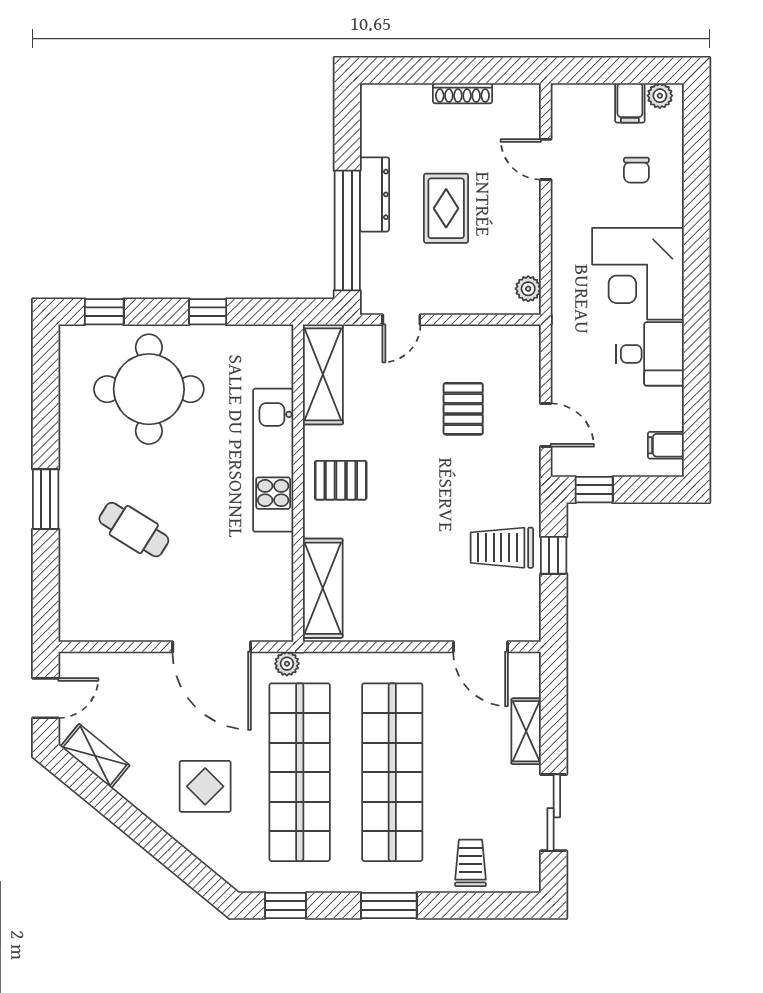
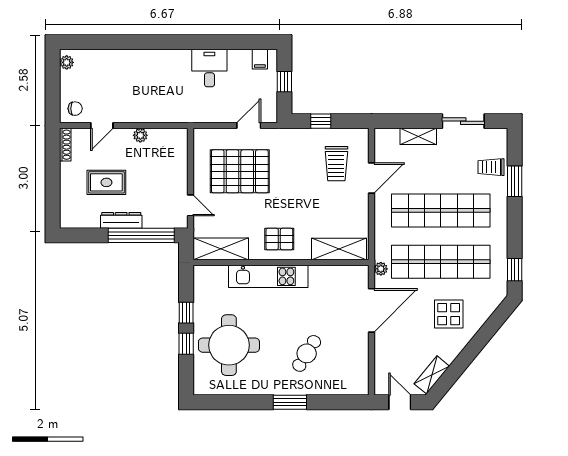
shoe rack: (462, 93) -> (65, 145), moved
filing cabinet: (630, 103) -> (71, 79), removed
chair: (636, 170) -> (75, 109), moved
rug: (446, 208) -> (106, 182), moved
corner desk: (638, 274) -> (165, 75), removed
plant: (528, 289) -> (140, 135), moved
window: (104, 312) -> (186, 344), moved
pallet: (463, 409) -> (240, 171), width x2.05, depth x2.00
pallet: (341, 480) -> (279, 239), turned 90
window: (594, 490) -> (284, 82), moved
trolley: (502, 548) -> (336, 164), moved
door: (481, 647) -> (371, 178), moved
window: (389, 906) -> (515, 181), moved

